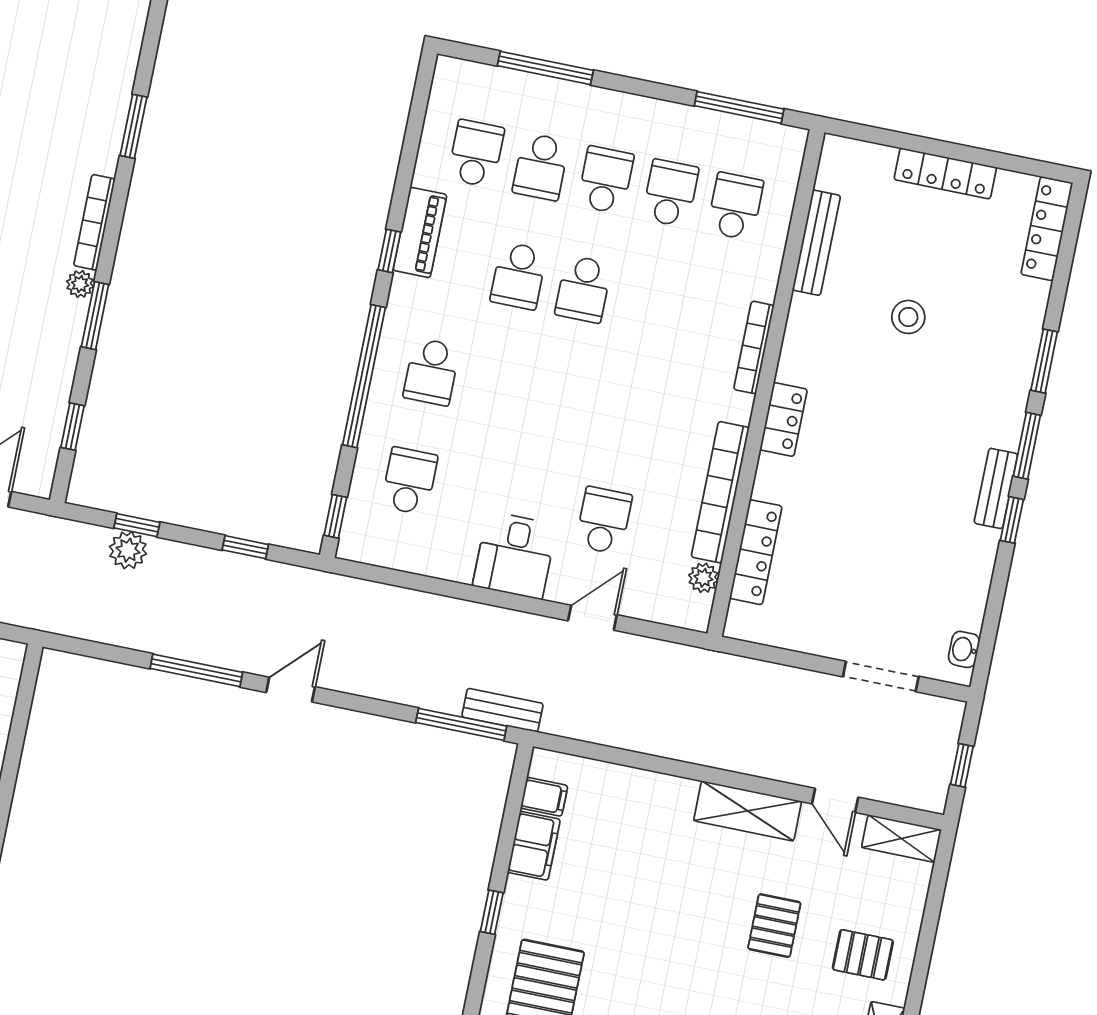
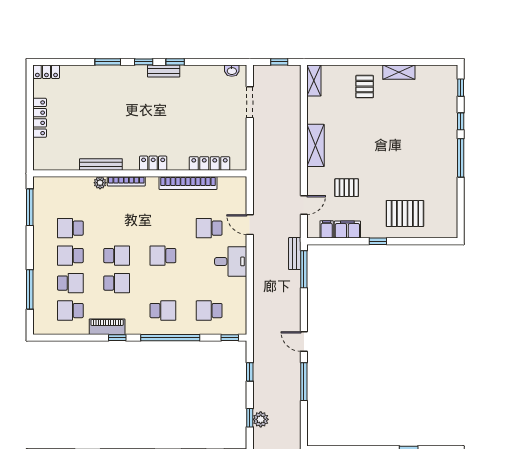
school desk: (735, 206) -> (163, 256), moved
locker: (1047, 229) -> (46, 72), width x0.66
bench: (816, 243) -> (101, 164), moved
stool: (908, 317) -> (101, 121), removed
window: (1027, 446) -> (144, 62), width x0.67
plant: (703, 578) -> (100, 183), moved
door: (835, 800) -> (304, 205), moved
pallet: (774, 926) -> (347, 188), moved

